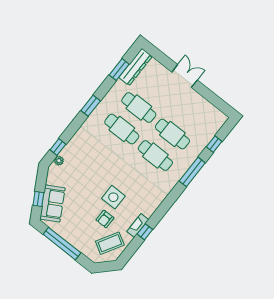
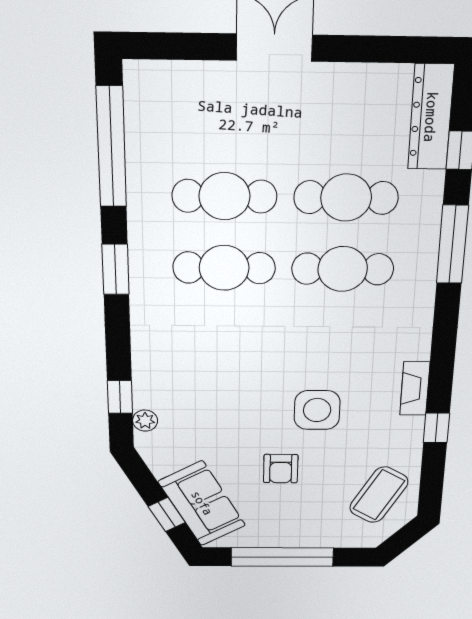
dresser: (135, 67) -> (431, 117), moved, turned 180
window: (119, 70) -> (111, 147), width x2.11
armchair: (105, 219) -> (281, 469), moved
fireplace: (138, 226) -> (415, 388), moved

